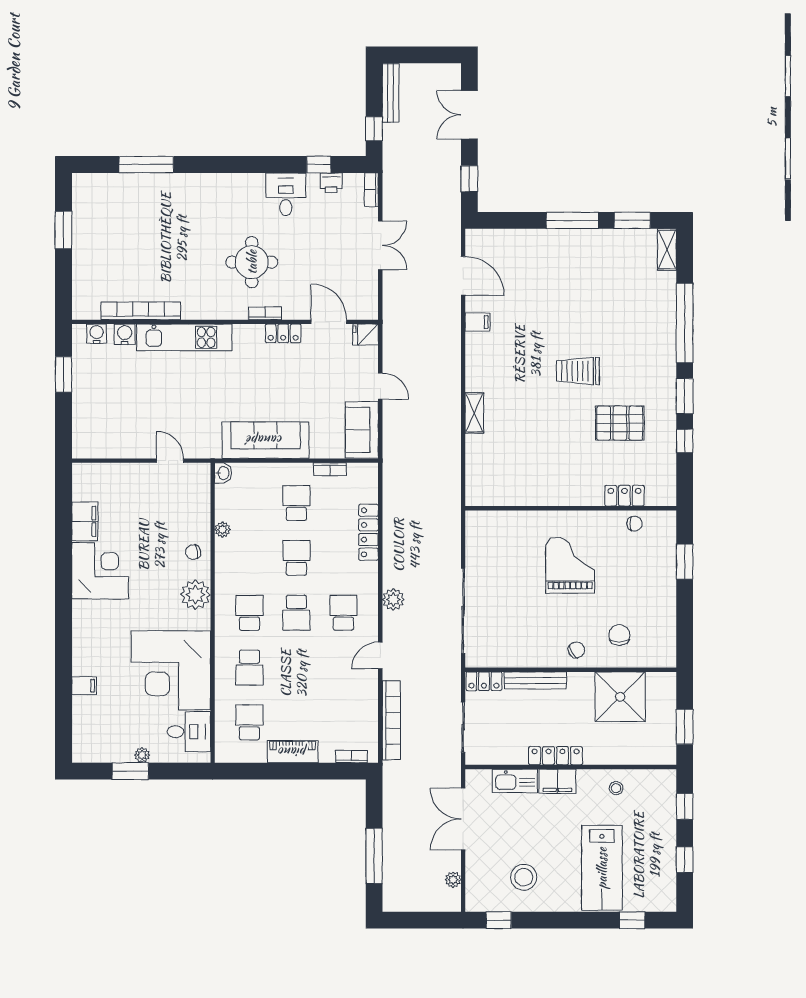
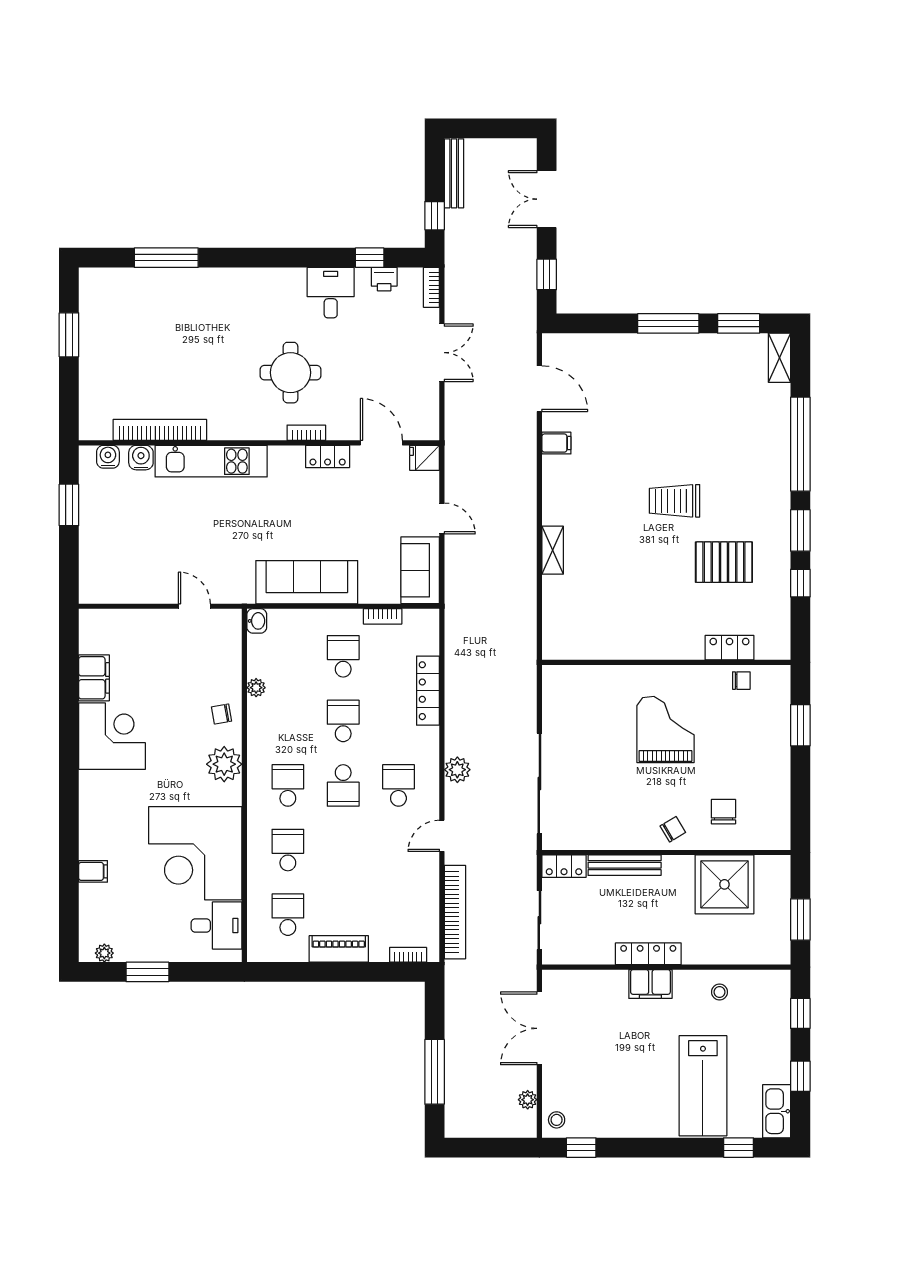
school desk: (249, 668) -> (288, 850), turned 180
plant: (142, 755) -> (104, 953), moved
kitchen sink: (515, 781) -> (777, 1111), moved, turned 90
stool: (524, 877) -> (557, 1120), moved, width x0.53, depth x0.53

